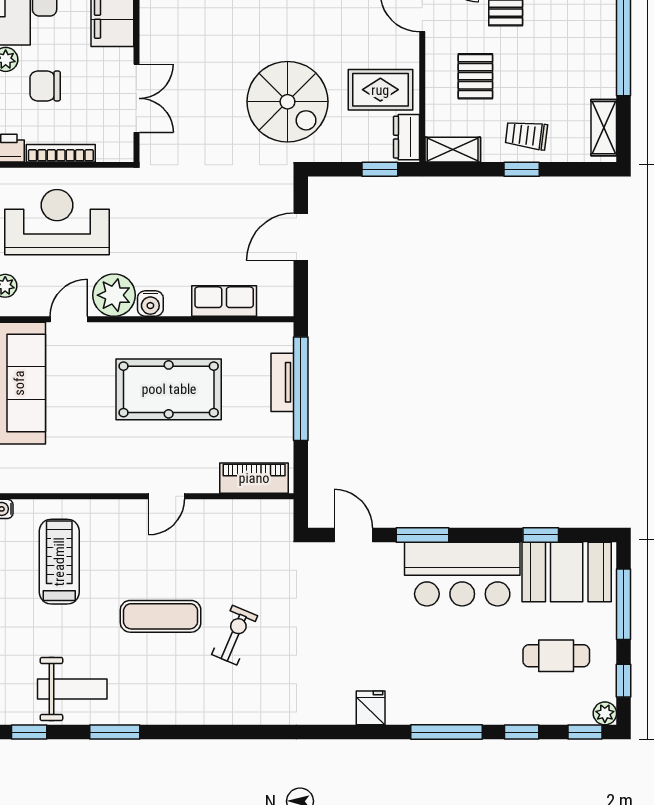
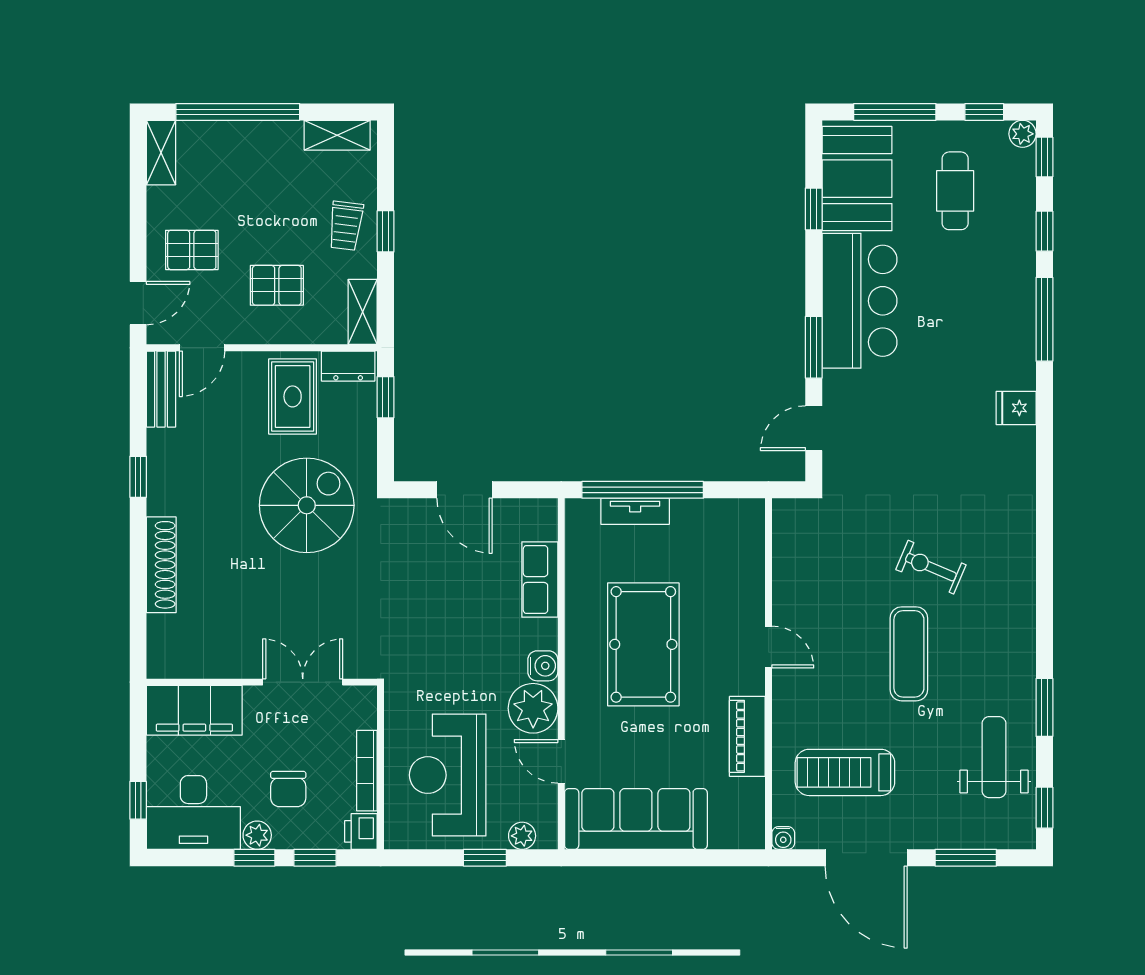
piano: (254, 478) -> (747, 736), moved

